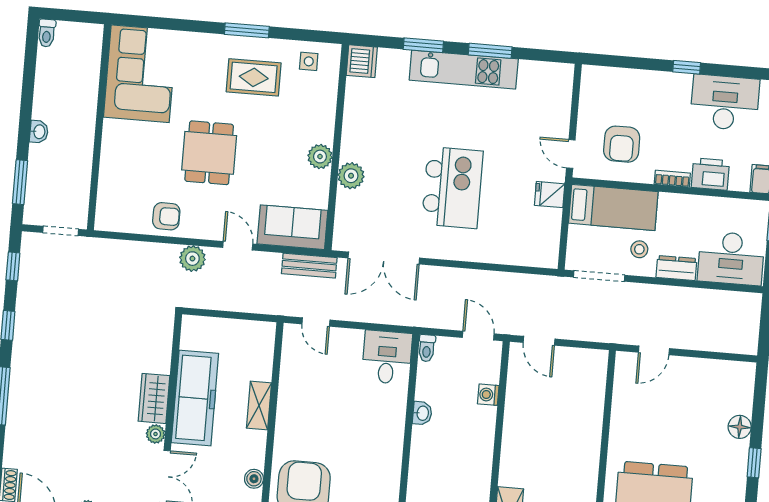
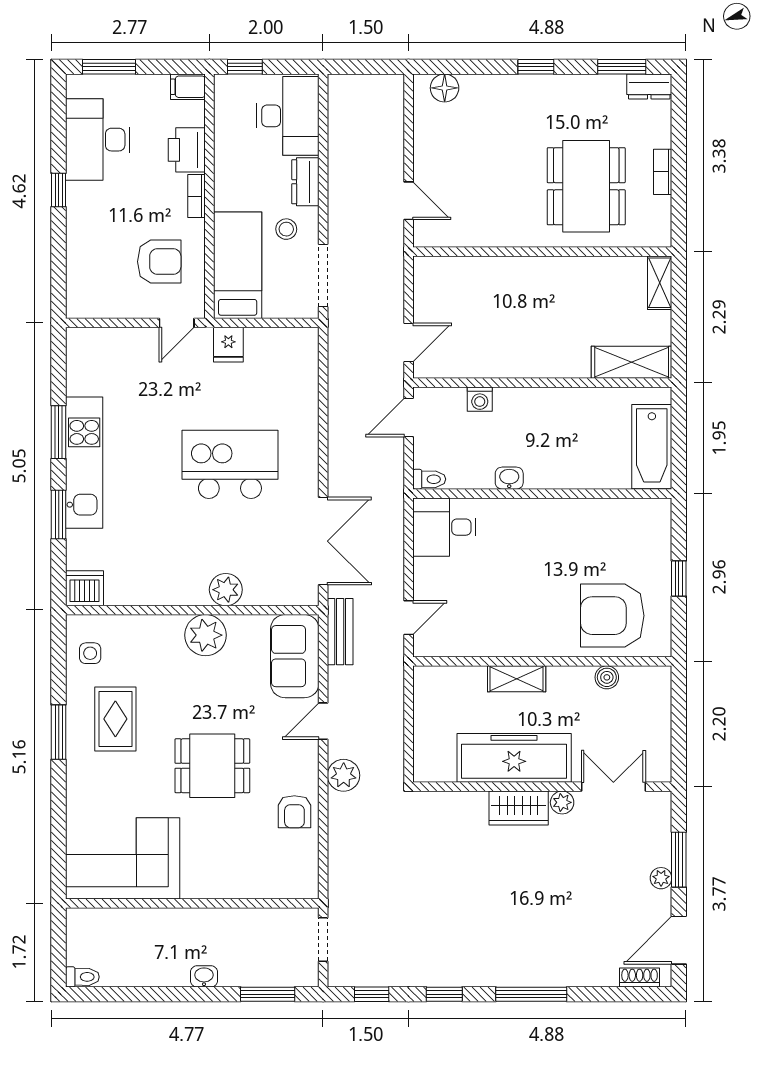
plant: (320, 157) -> (205, 635), width x1.36, depth x1.36
armchair: (166, 216) -> (294, 812), turned 180
floor lamp: (740, 427) -> (445, 88), moved

